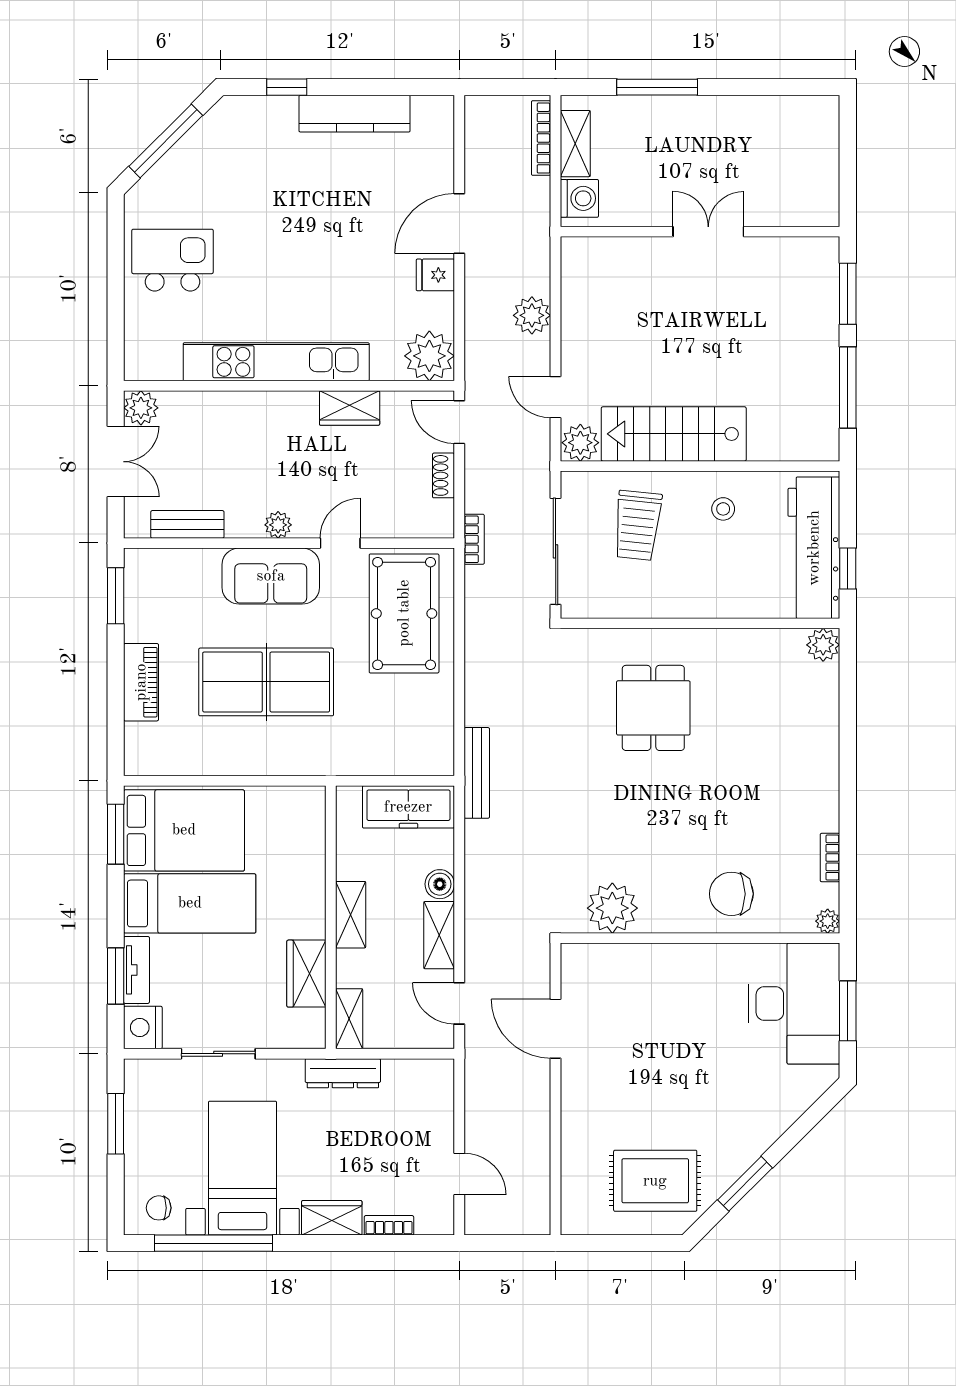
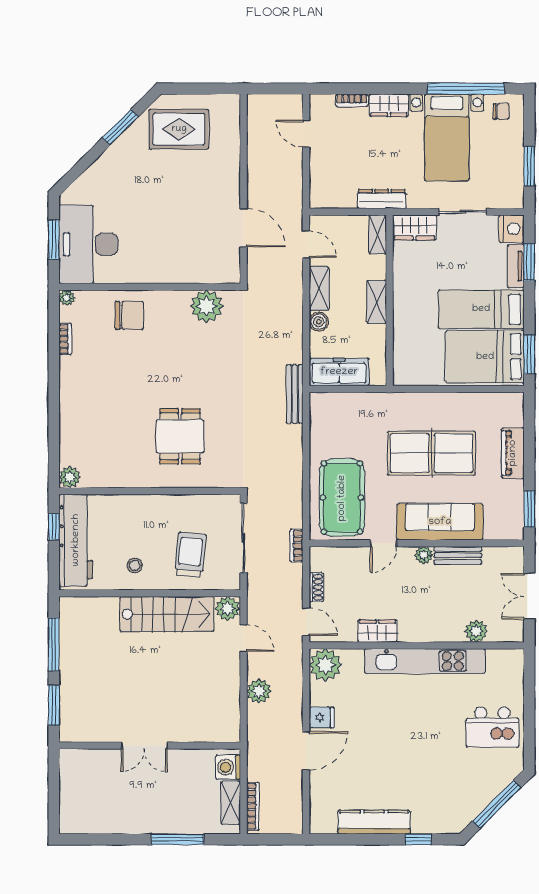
plant: (141, 408) -> (476, 631), moved
bench: (187, 524) -> (458, 555), moved
sofa: (271, 576) -> (440, 522), width x1.36
wardrobe: (306, 974) -> (414, 227), moved, turned 90

